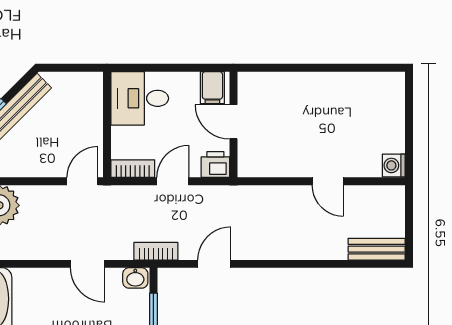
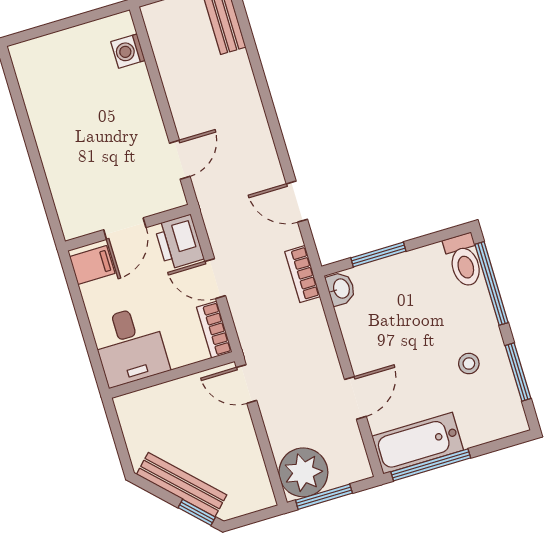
printer: (215, 165) -> (179, 242), width x1.36, depth x1.24
washing machine: (394, 165) -> (128, 51), moved, turned 90
door: (328, 181) -> (180, 160), moved
door: (88, 264) -> (355, 398), moved

